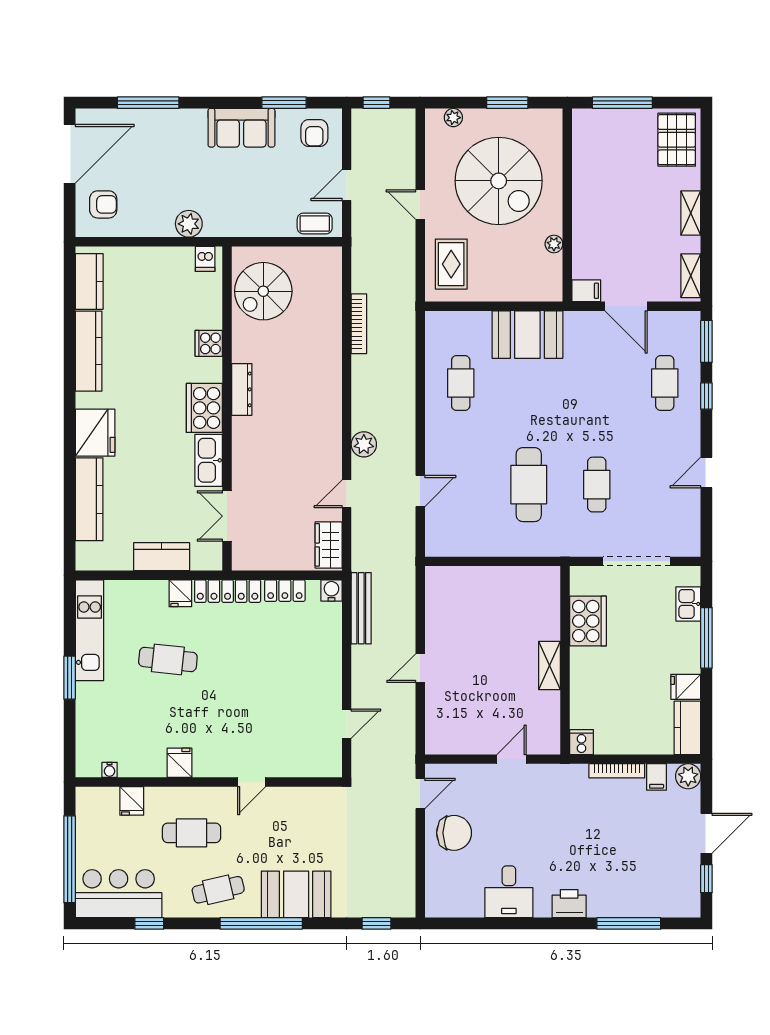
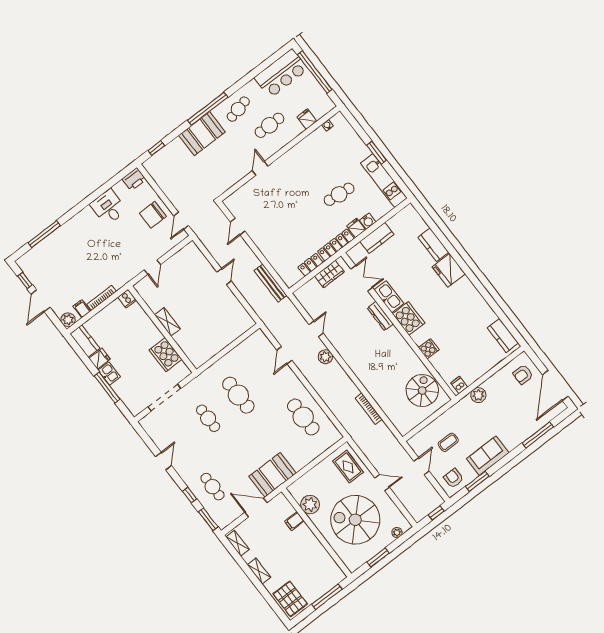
coffee table: (315, 223) -> (448, 442), moved
plant: (554, 244) -> (310, 505), width x1.88, depth x1.88
filing cabinet: (586, 291) -> (294, 521), moved
booth: (527, 335) -> (273, 475), moved
kitchen counter: (89, 351) -> (479, 304), removed
cafe table: (461, 383) -> (303, 417), width x1.37, depth x1.35
dresser: (242, 389) -> (380, 316), moved
kitchen counter: (89, 499) -> (433, 245), width x0.67
wardrobe: (329, 545) -> (329, 274), moved, turned 90
water cooler: (331, 590) -> (368, 221), moved
kitchen sink: (688, 604) -> (109, 374), moved
fridge: (179, 763) -> (299, 152), removed
printer: (569, 904) -> (134, 179), moved
window: (149, 923) -> (257, 71), removed

